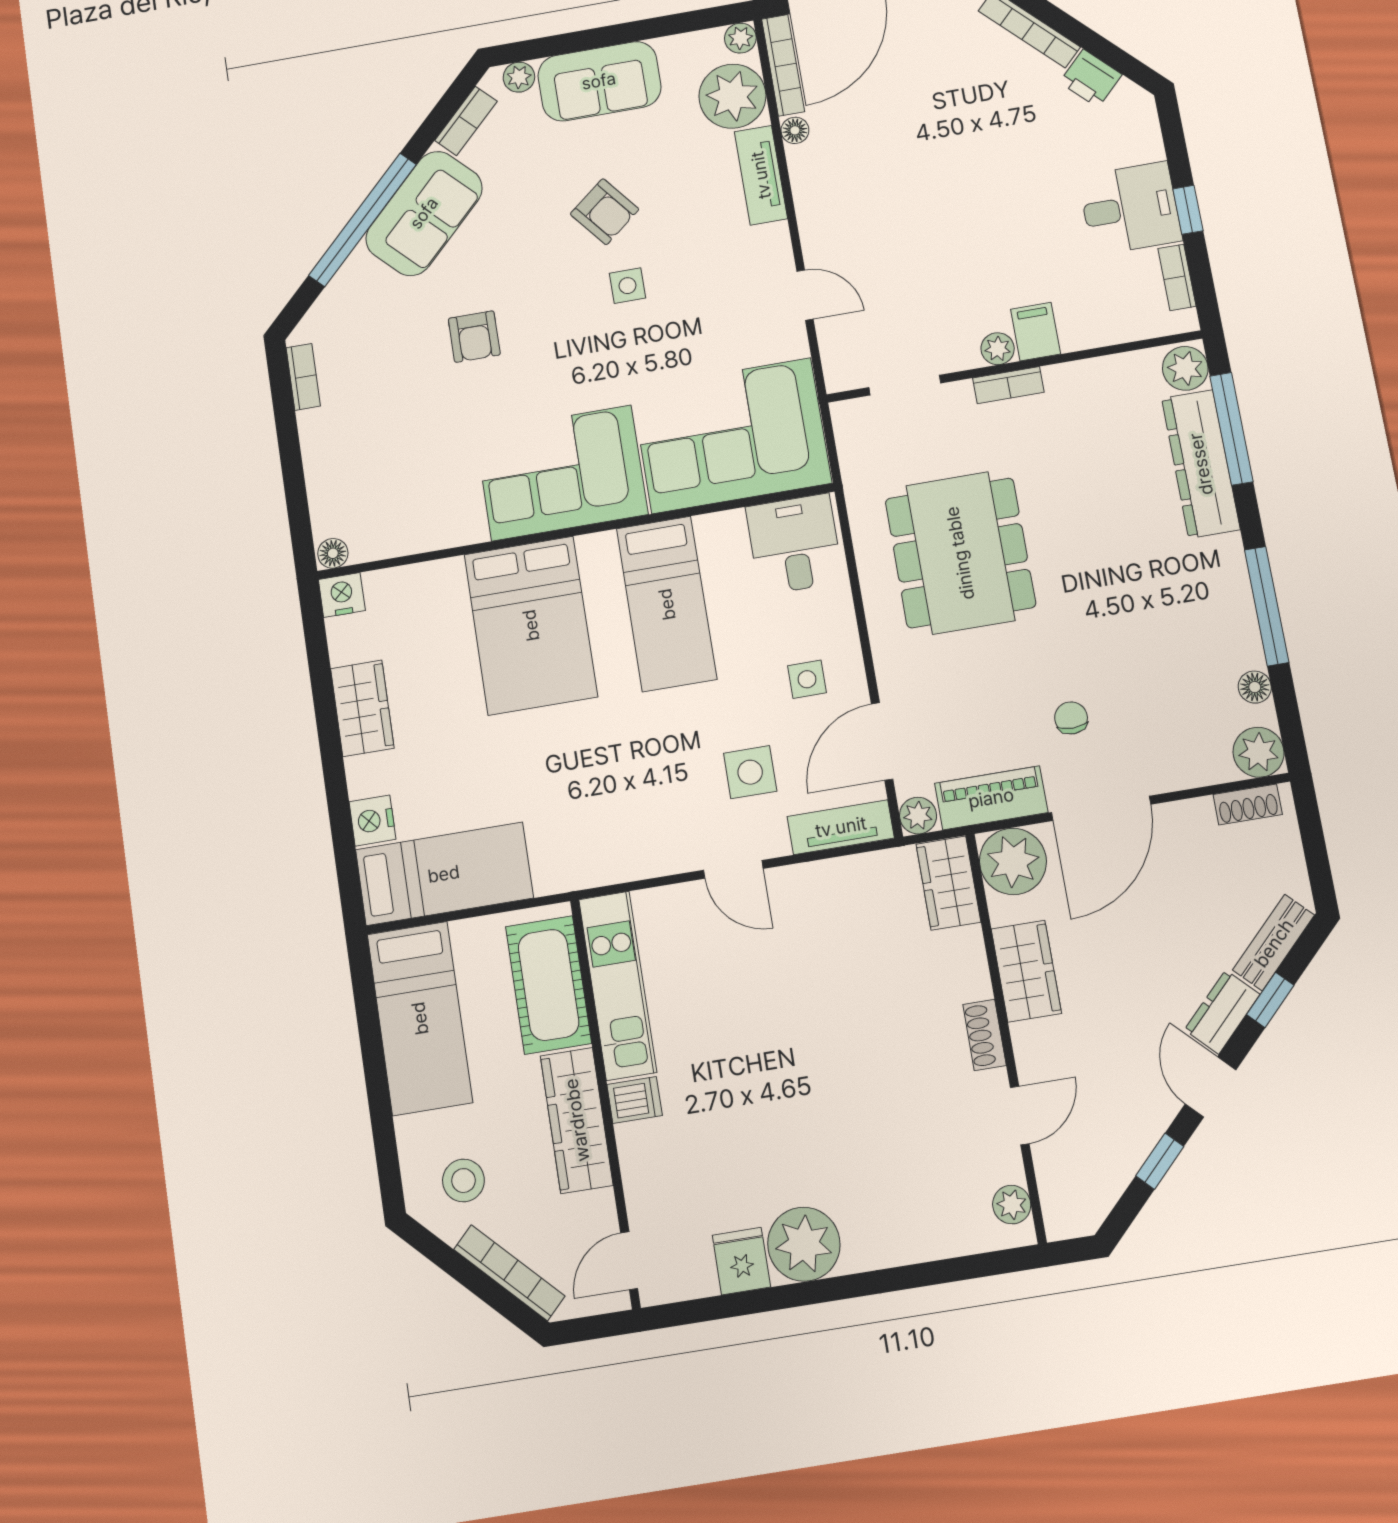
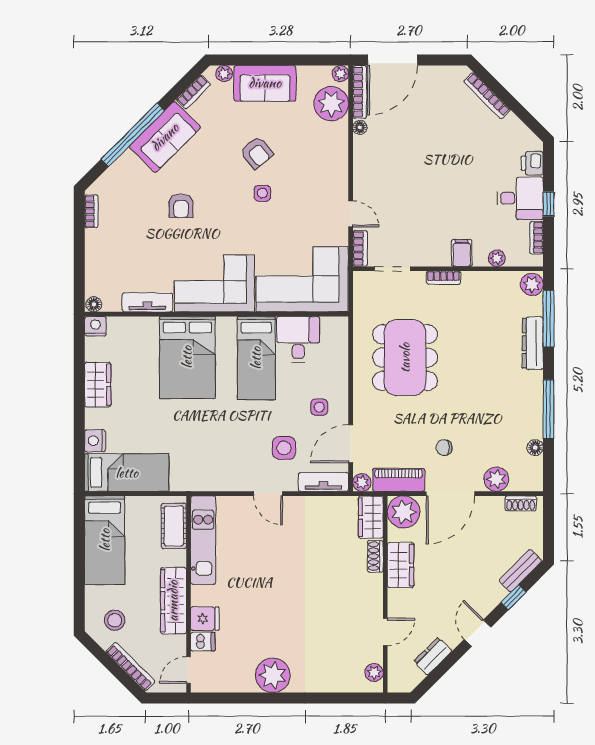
printer: (1091, 78) -> (532, 163), moved, turned 45
tv unit: (761, 175) -> (147, 302), moved, turned 90
plant: (998, 349) -> (497, 258), moved
bookcase: (835, 358) -> (360, 249), added
dresser: (1201, 464) -> (533, 343), width x0.73, depth x0.80
desk: (794, 544) -> (298, 339), moved
chair: (1071, 718) -> (444, 448), turned -89
plant: (1259, 752) -> (496, 479), moved
cot: (549, 985) -> (174, 526), width x0.73, depth x0.75
dresser: (1222, 1012) -> (433, 656), moved
shoe rack: (984, 1035) -> (375, 556), moved
dishwasher: (635, 1100) -> (203, 642), moved
window: (1160, 1161) -> (447, 663), removed
fridge: (741, 1261) -> (205, 619), moved, turned 90

